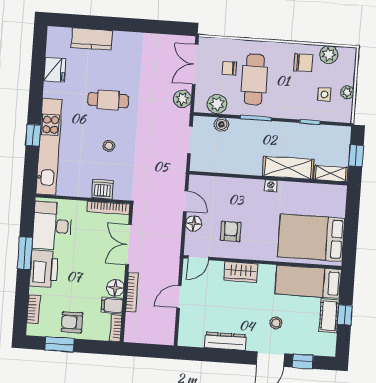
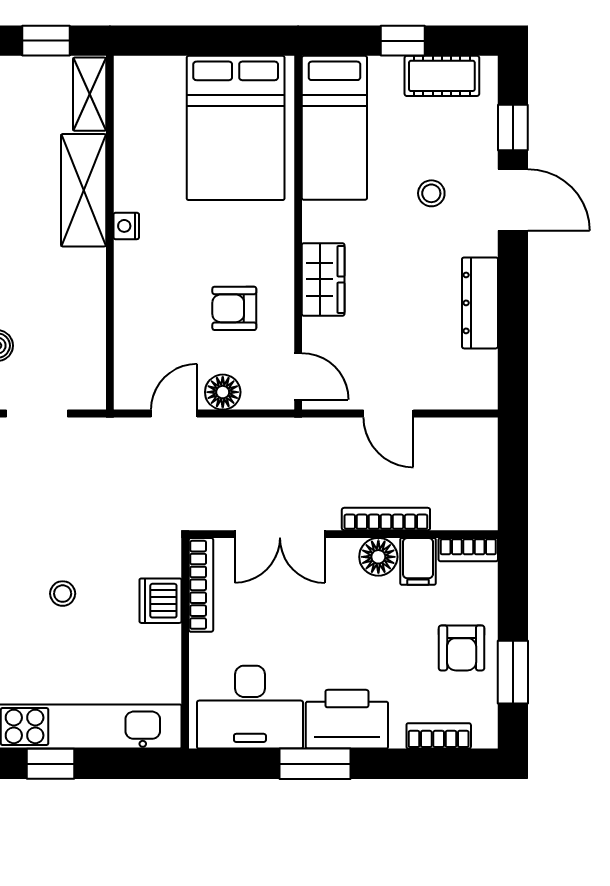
cot: (329, 316) -> (442, 76), moved

